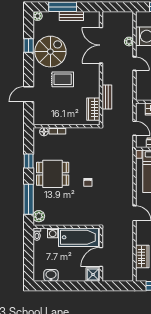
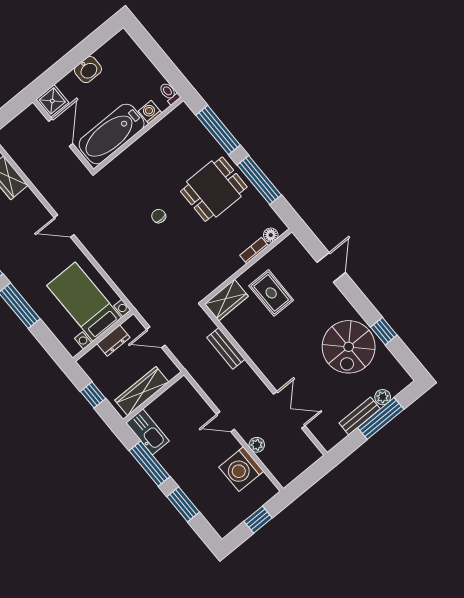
plant: (38, 16) -> (383, 397), moved
double door: (101, 45) -> (289, 410), width x0.73
rug: (63, 79) -> (271, 293), moved, turned 90
wardrobe: (93, 109) -> (227, 300), moved, turned 90
window: (29, 161) -> (259, 180), width x2.17
plant: (39, 216) -> (186, 119), removed
washbasin: (51, 275) -> (88, 70), moved

